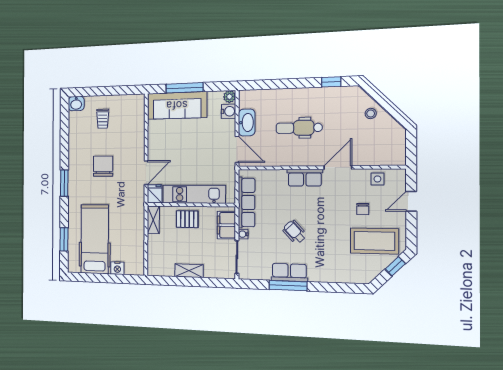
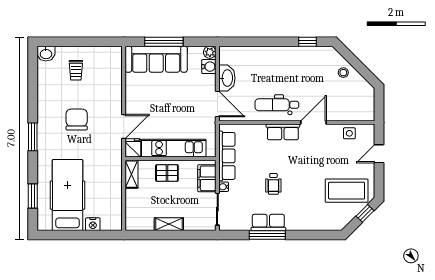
dental chair: (299, 128) -> (277, 105), moved
chair: (363, 209) -> (336, 161), removed
wheelchair: (295, 232) -> (273, 184), turned -137

